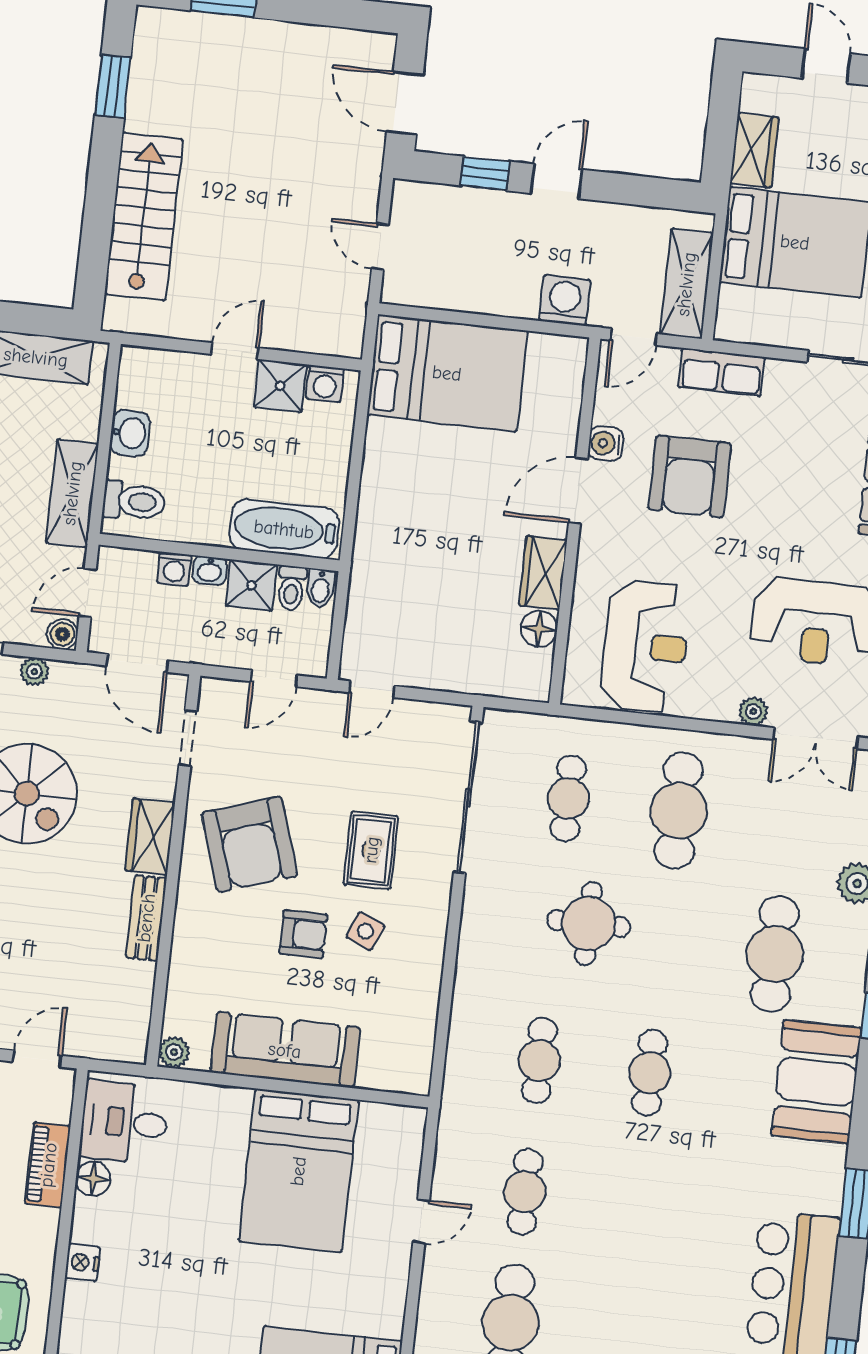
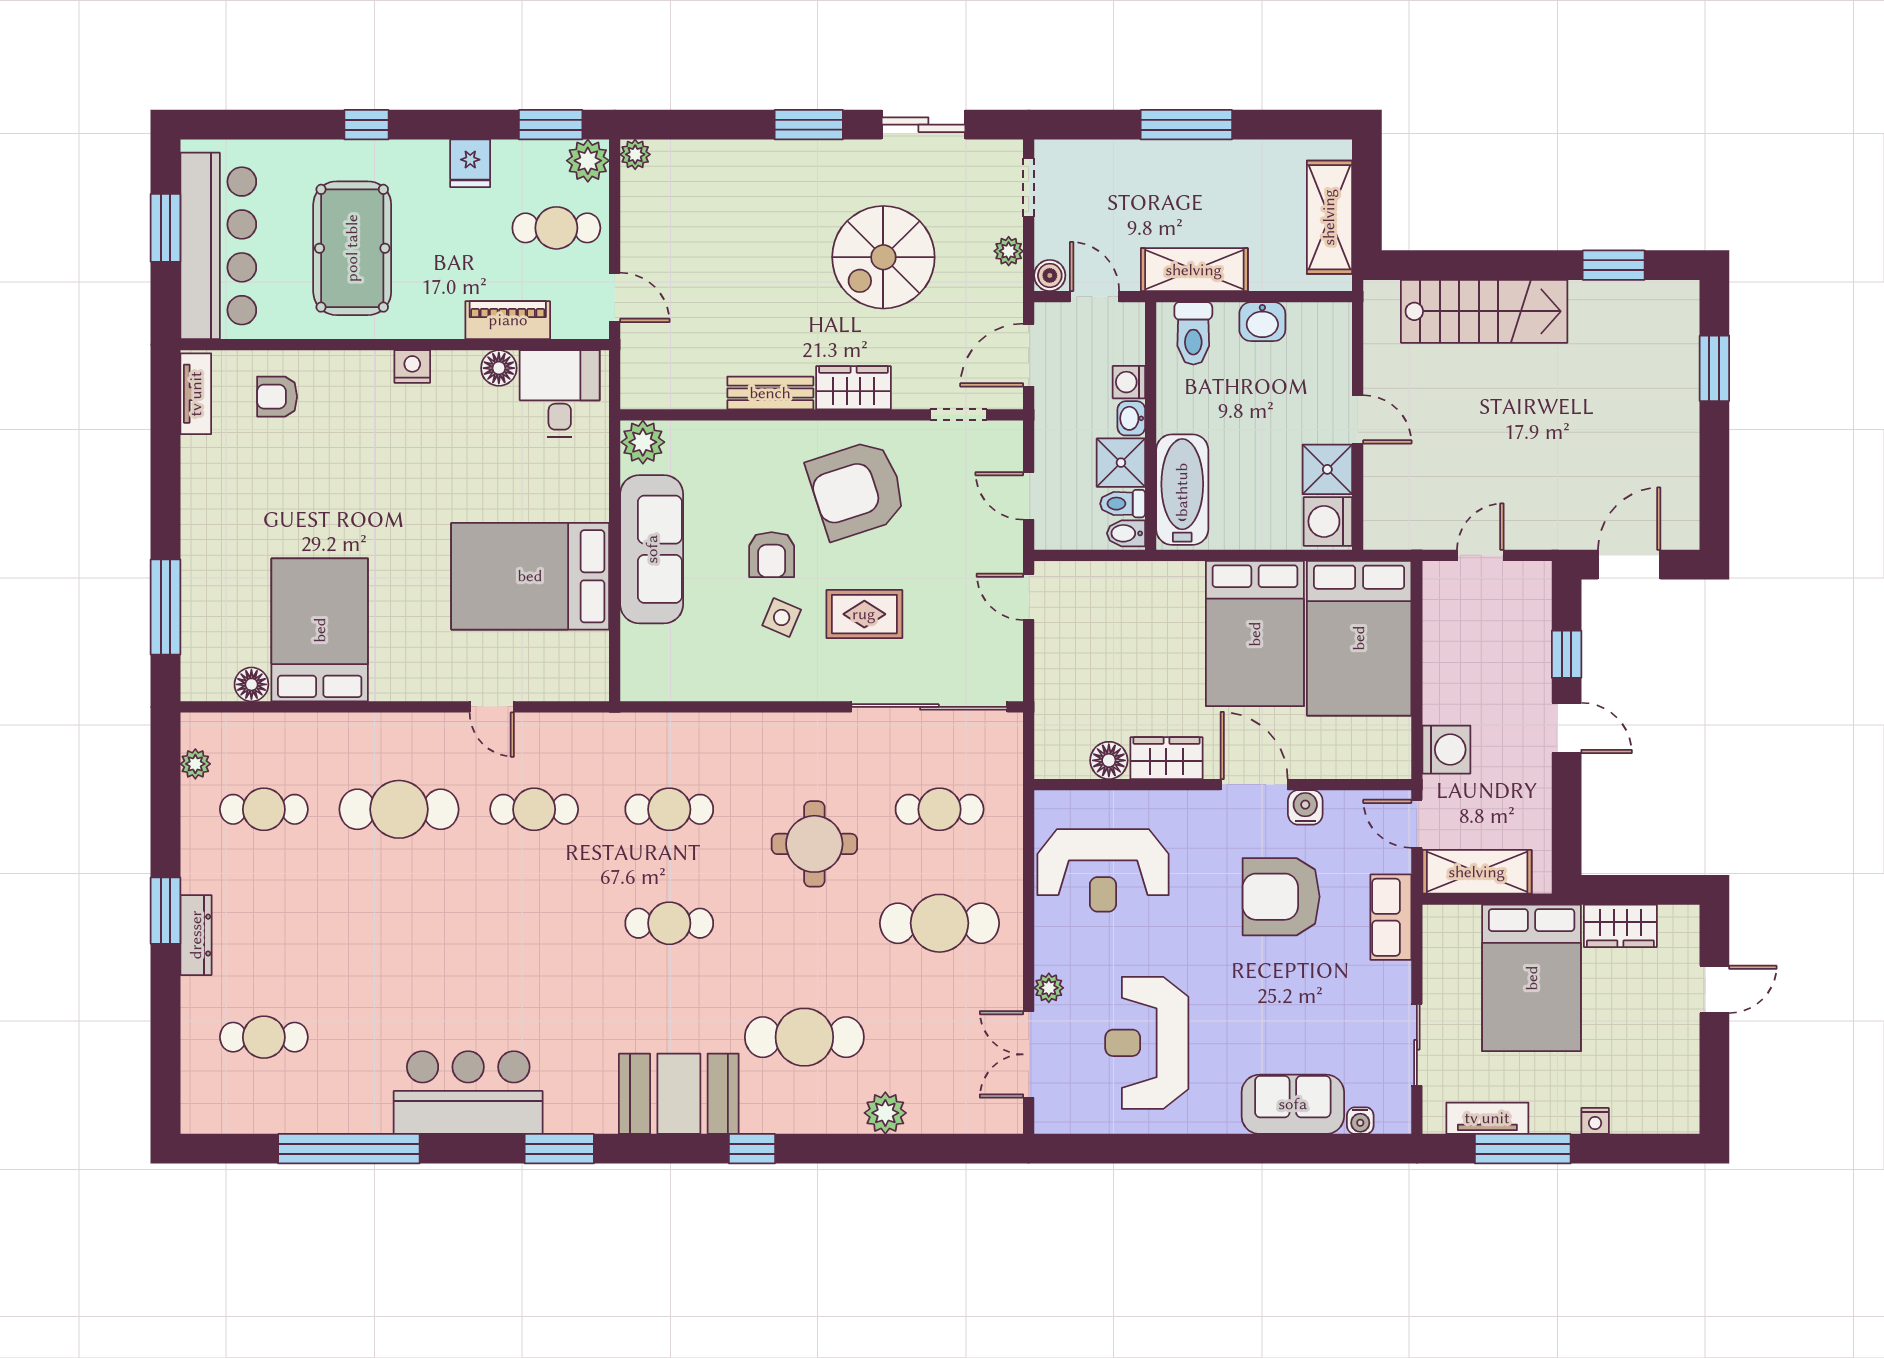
washing machine: (325, 384) -> (1328, 521), width x1.38, depth x1.38
bed: (432, 474) -> (1255, 634), added
plant: (174, 1052) -> (643, 442), width x1.38, depth x1.38

